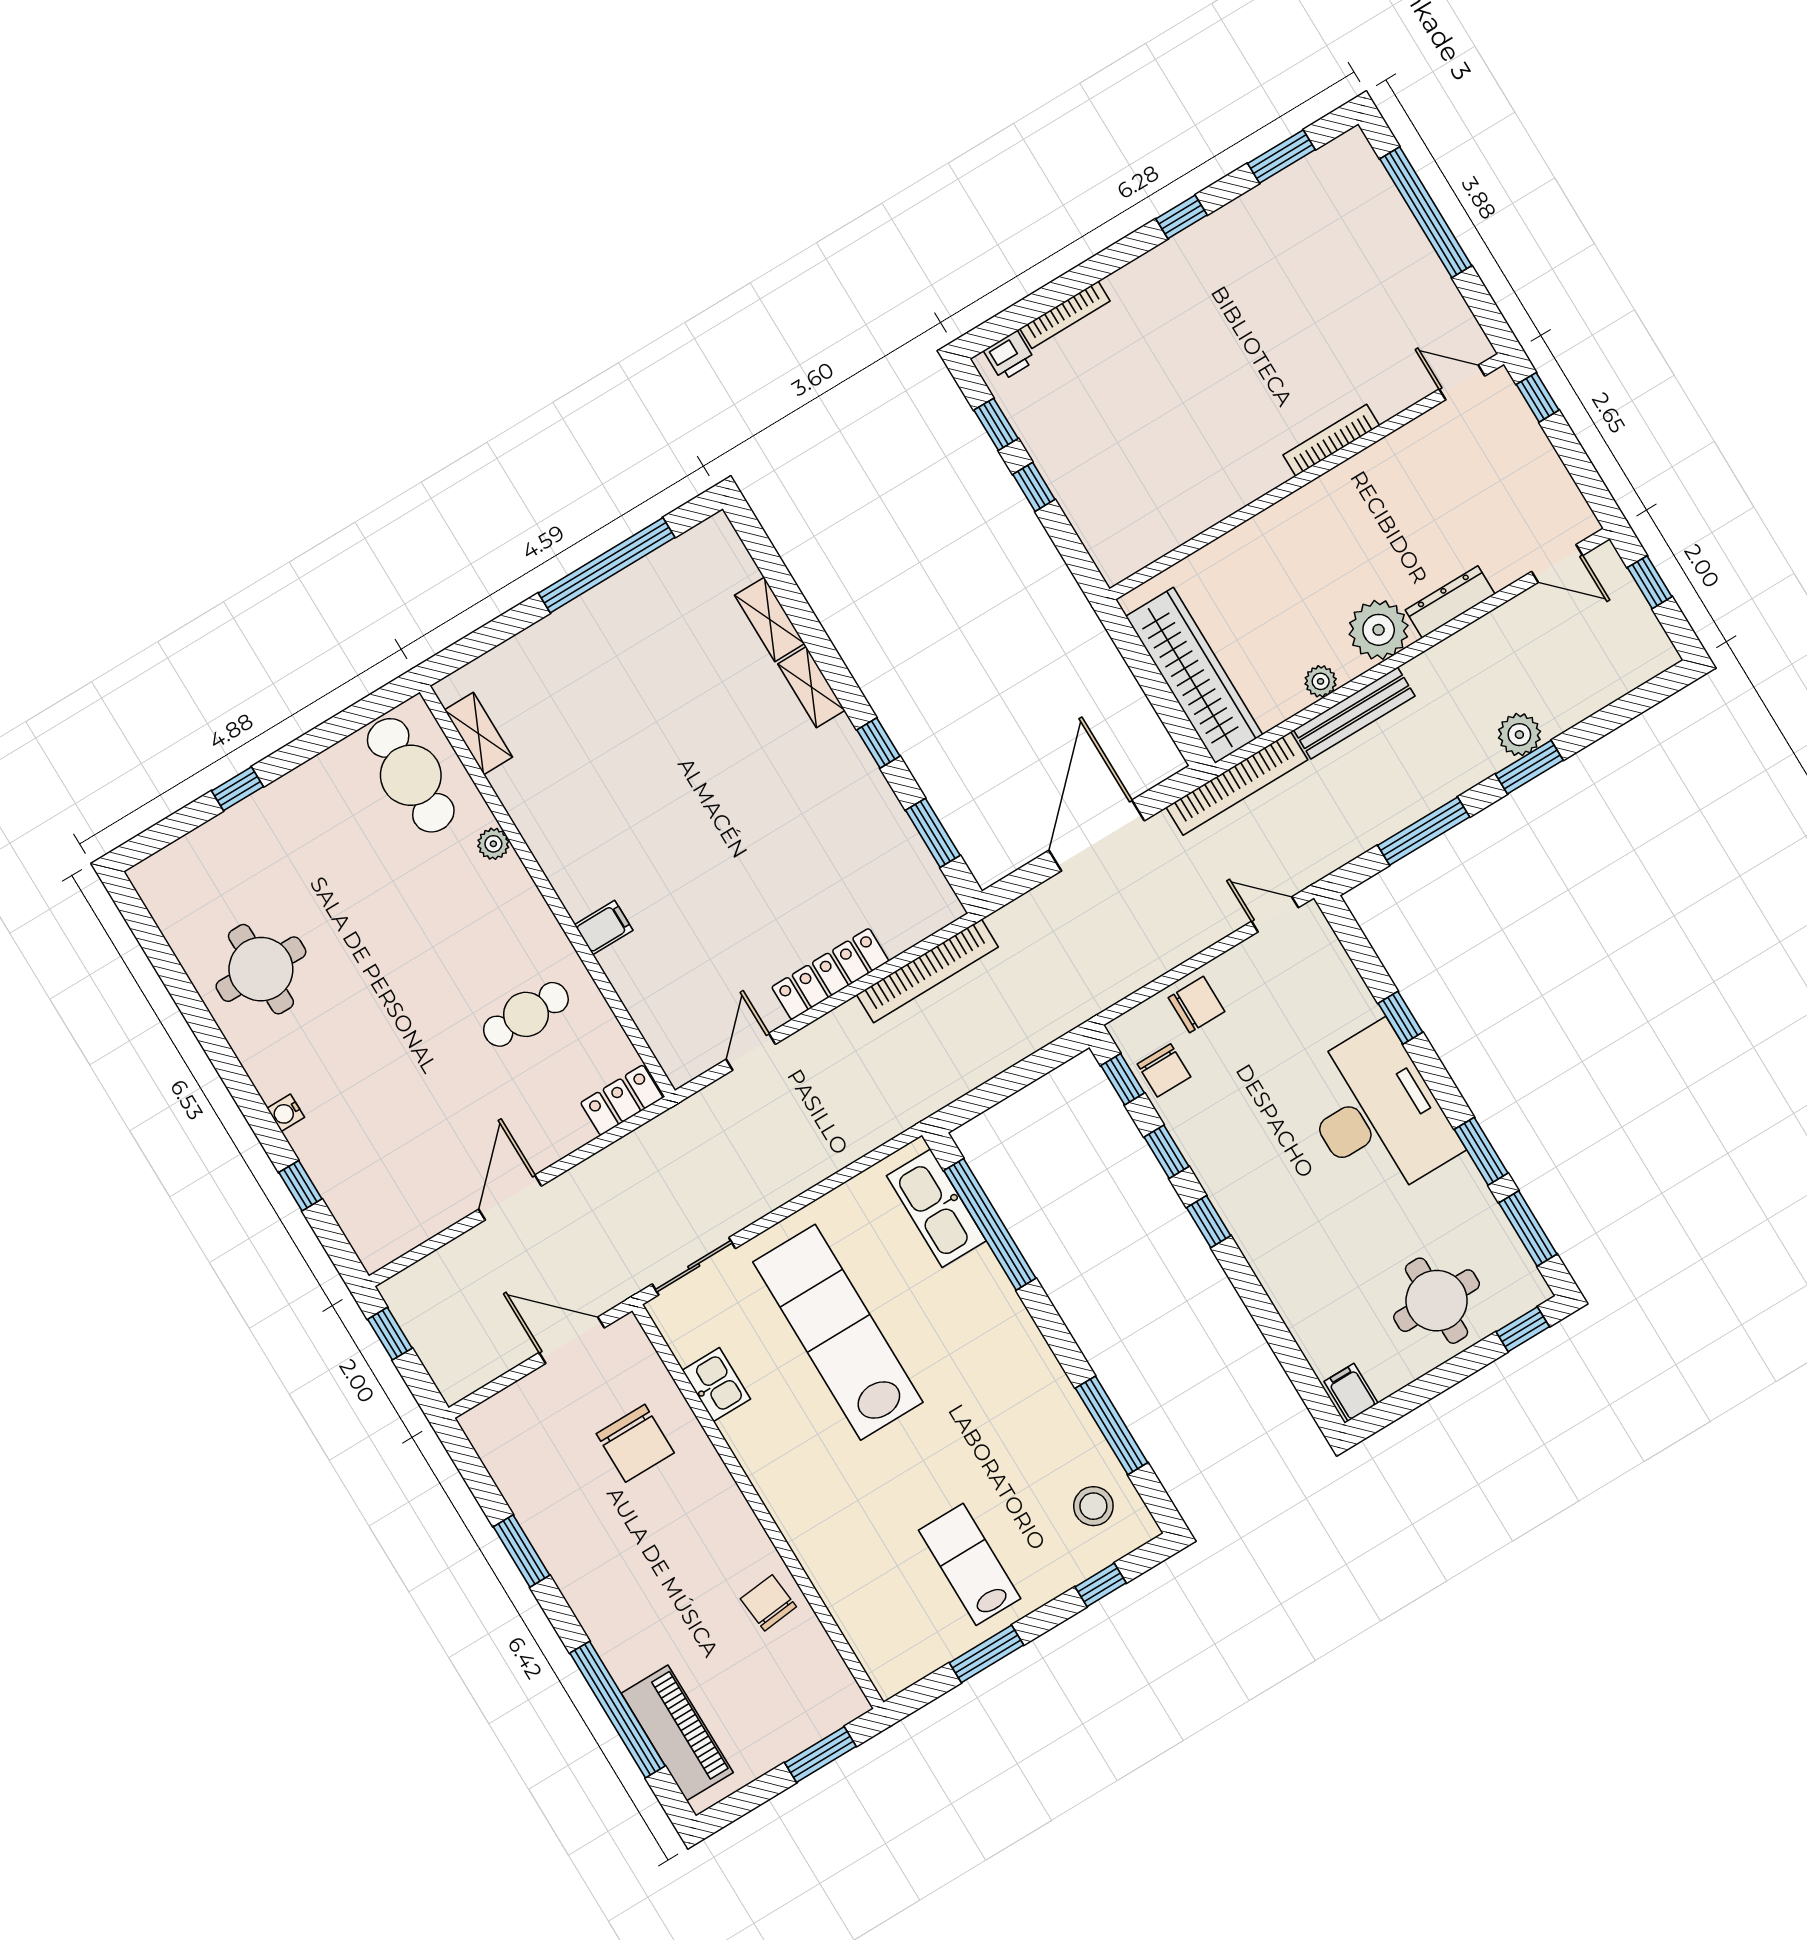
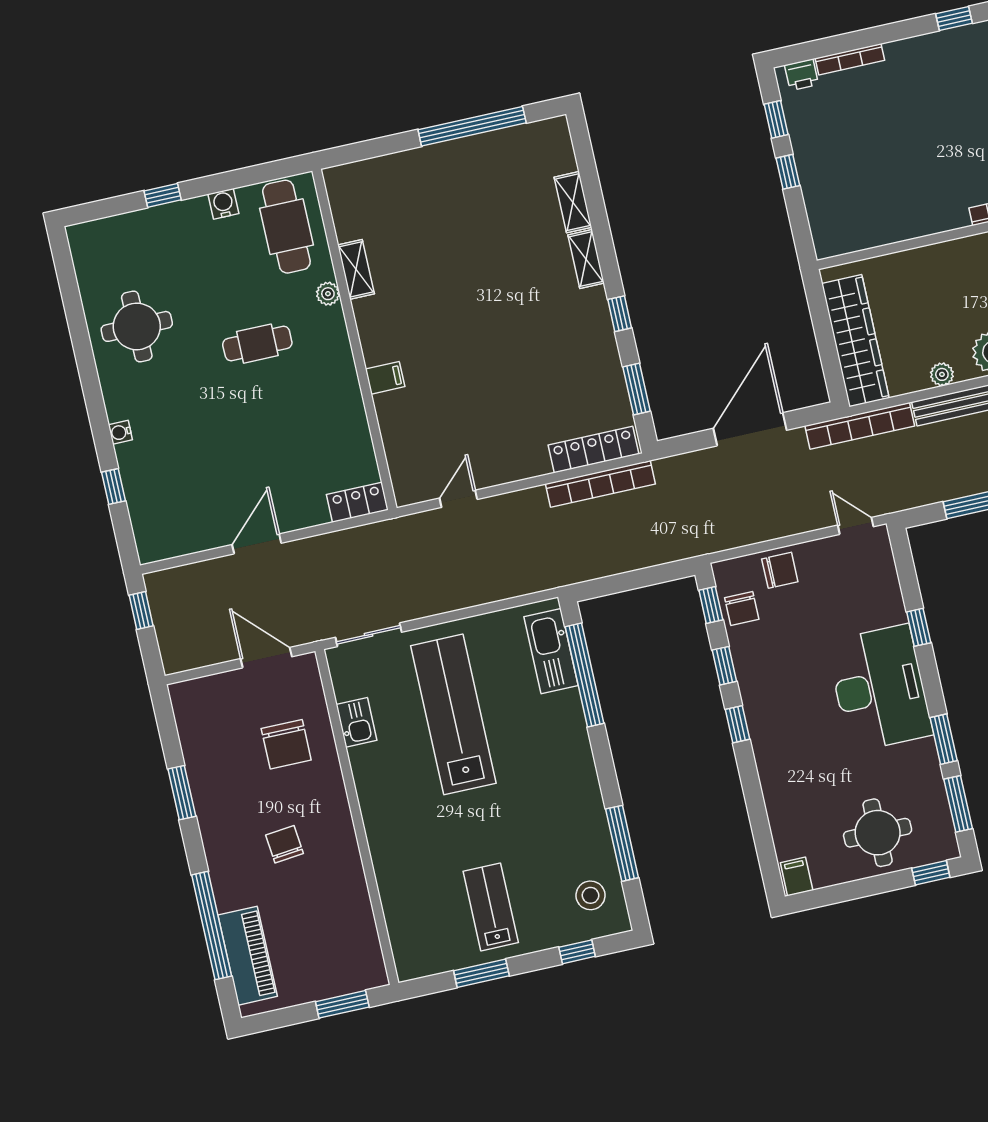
shelving: (478, 733) -> (356, 269), moved
water cooler: (319, 773) -> (223, 204), added
locker: (830, 974) -> (593, 450), moved
cafe table: (526, 1014) -> (257, 344), moved
chair: (768, 1603) -> (285, 844), moved

